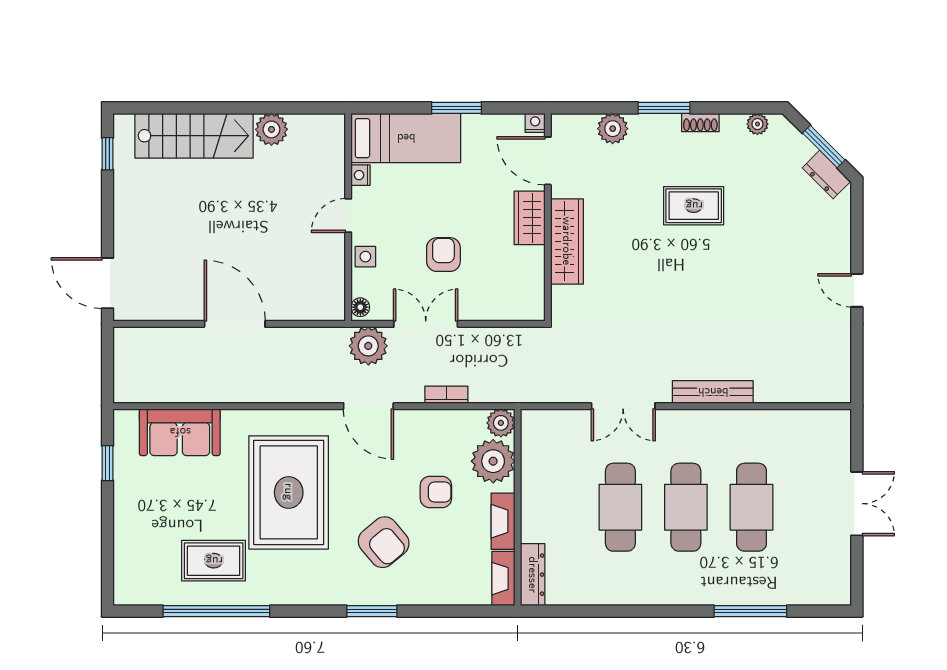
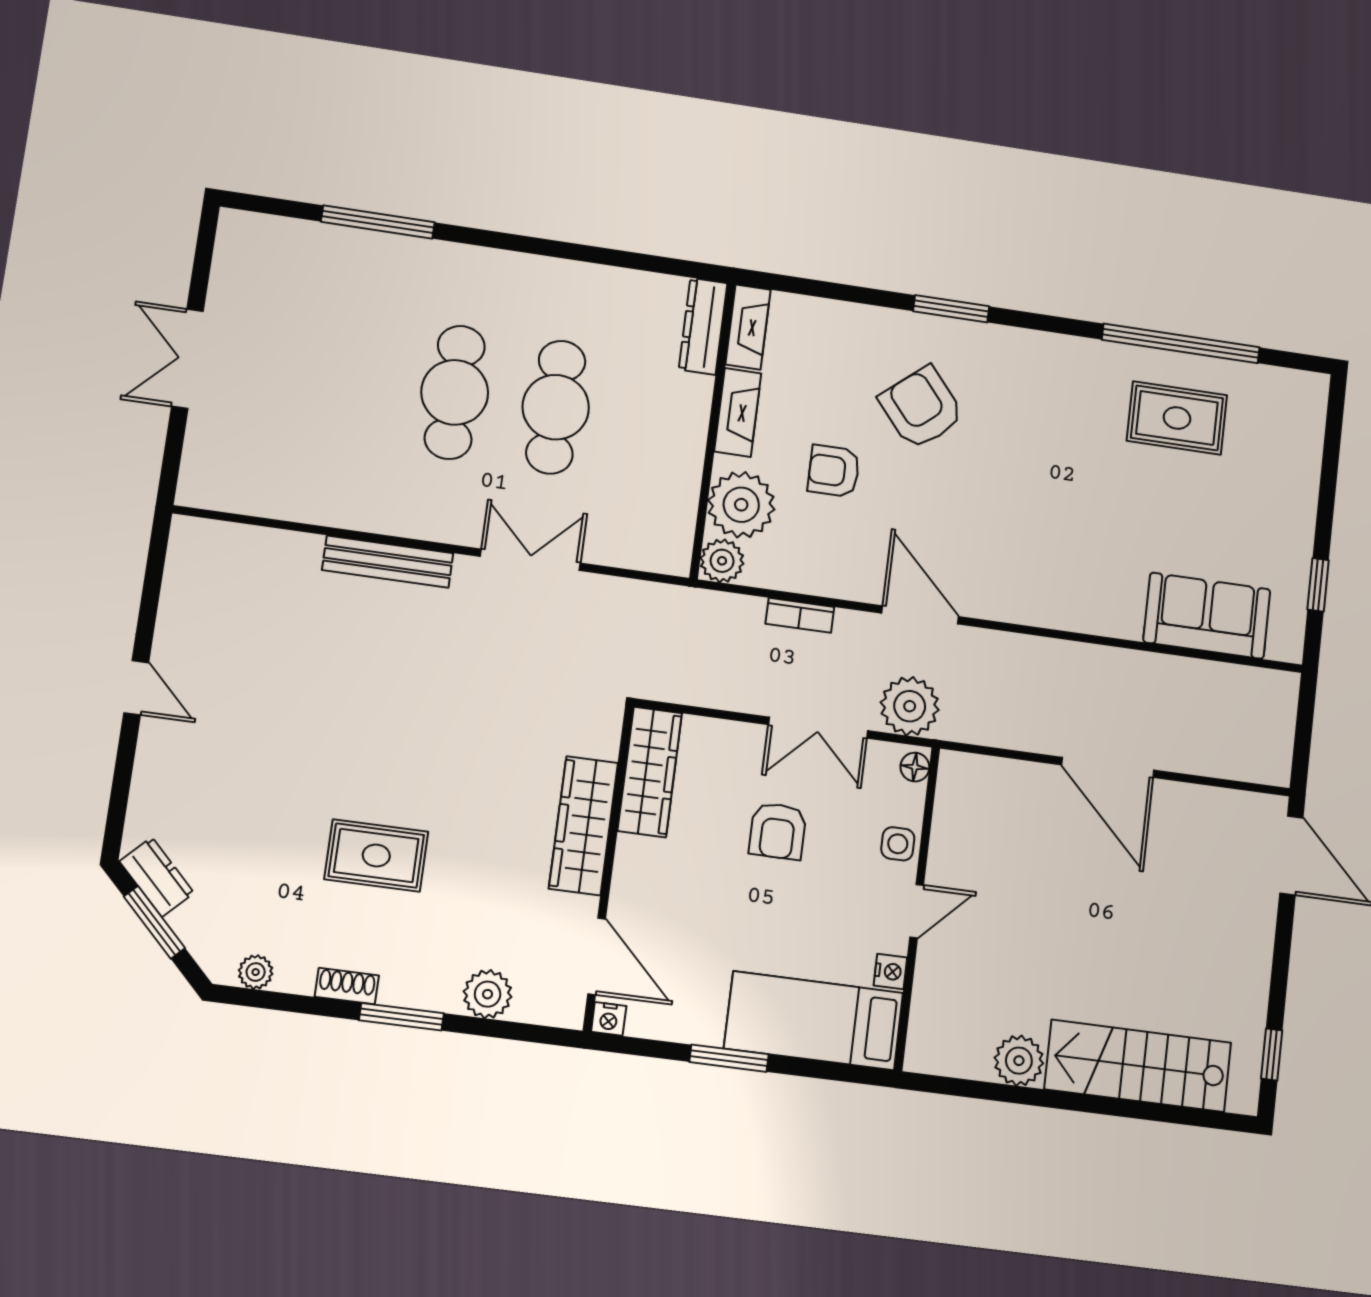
wardrobe: (530, 218) -> (650, 772), moved, width x1.50
rug: (289, 492) -> (1055, 502), removed
cafe table: (751, 507) -> (353, 377), removed

